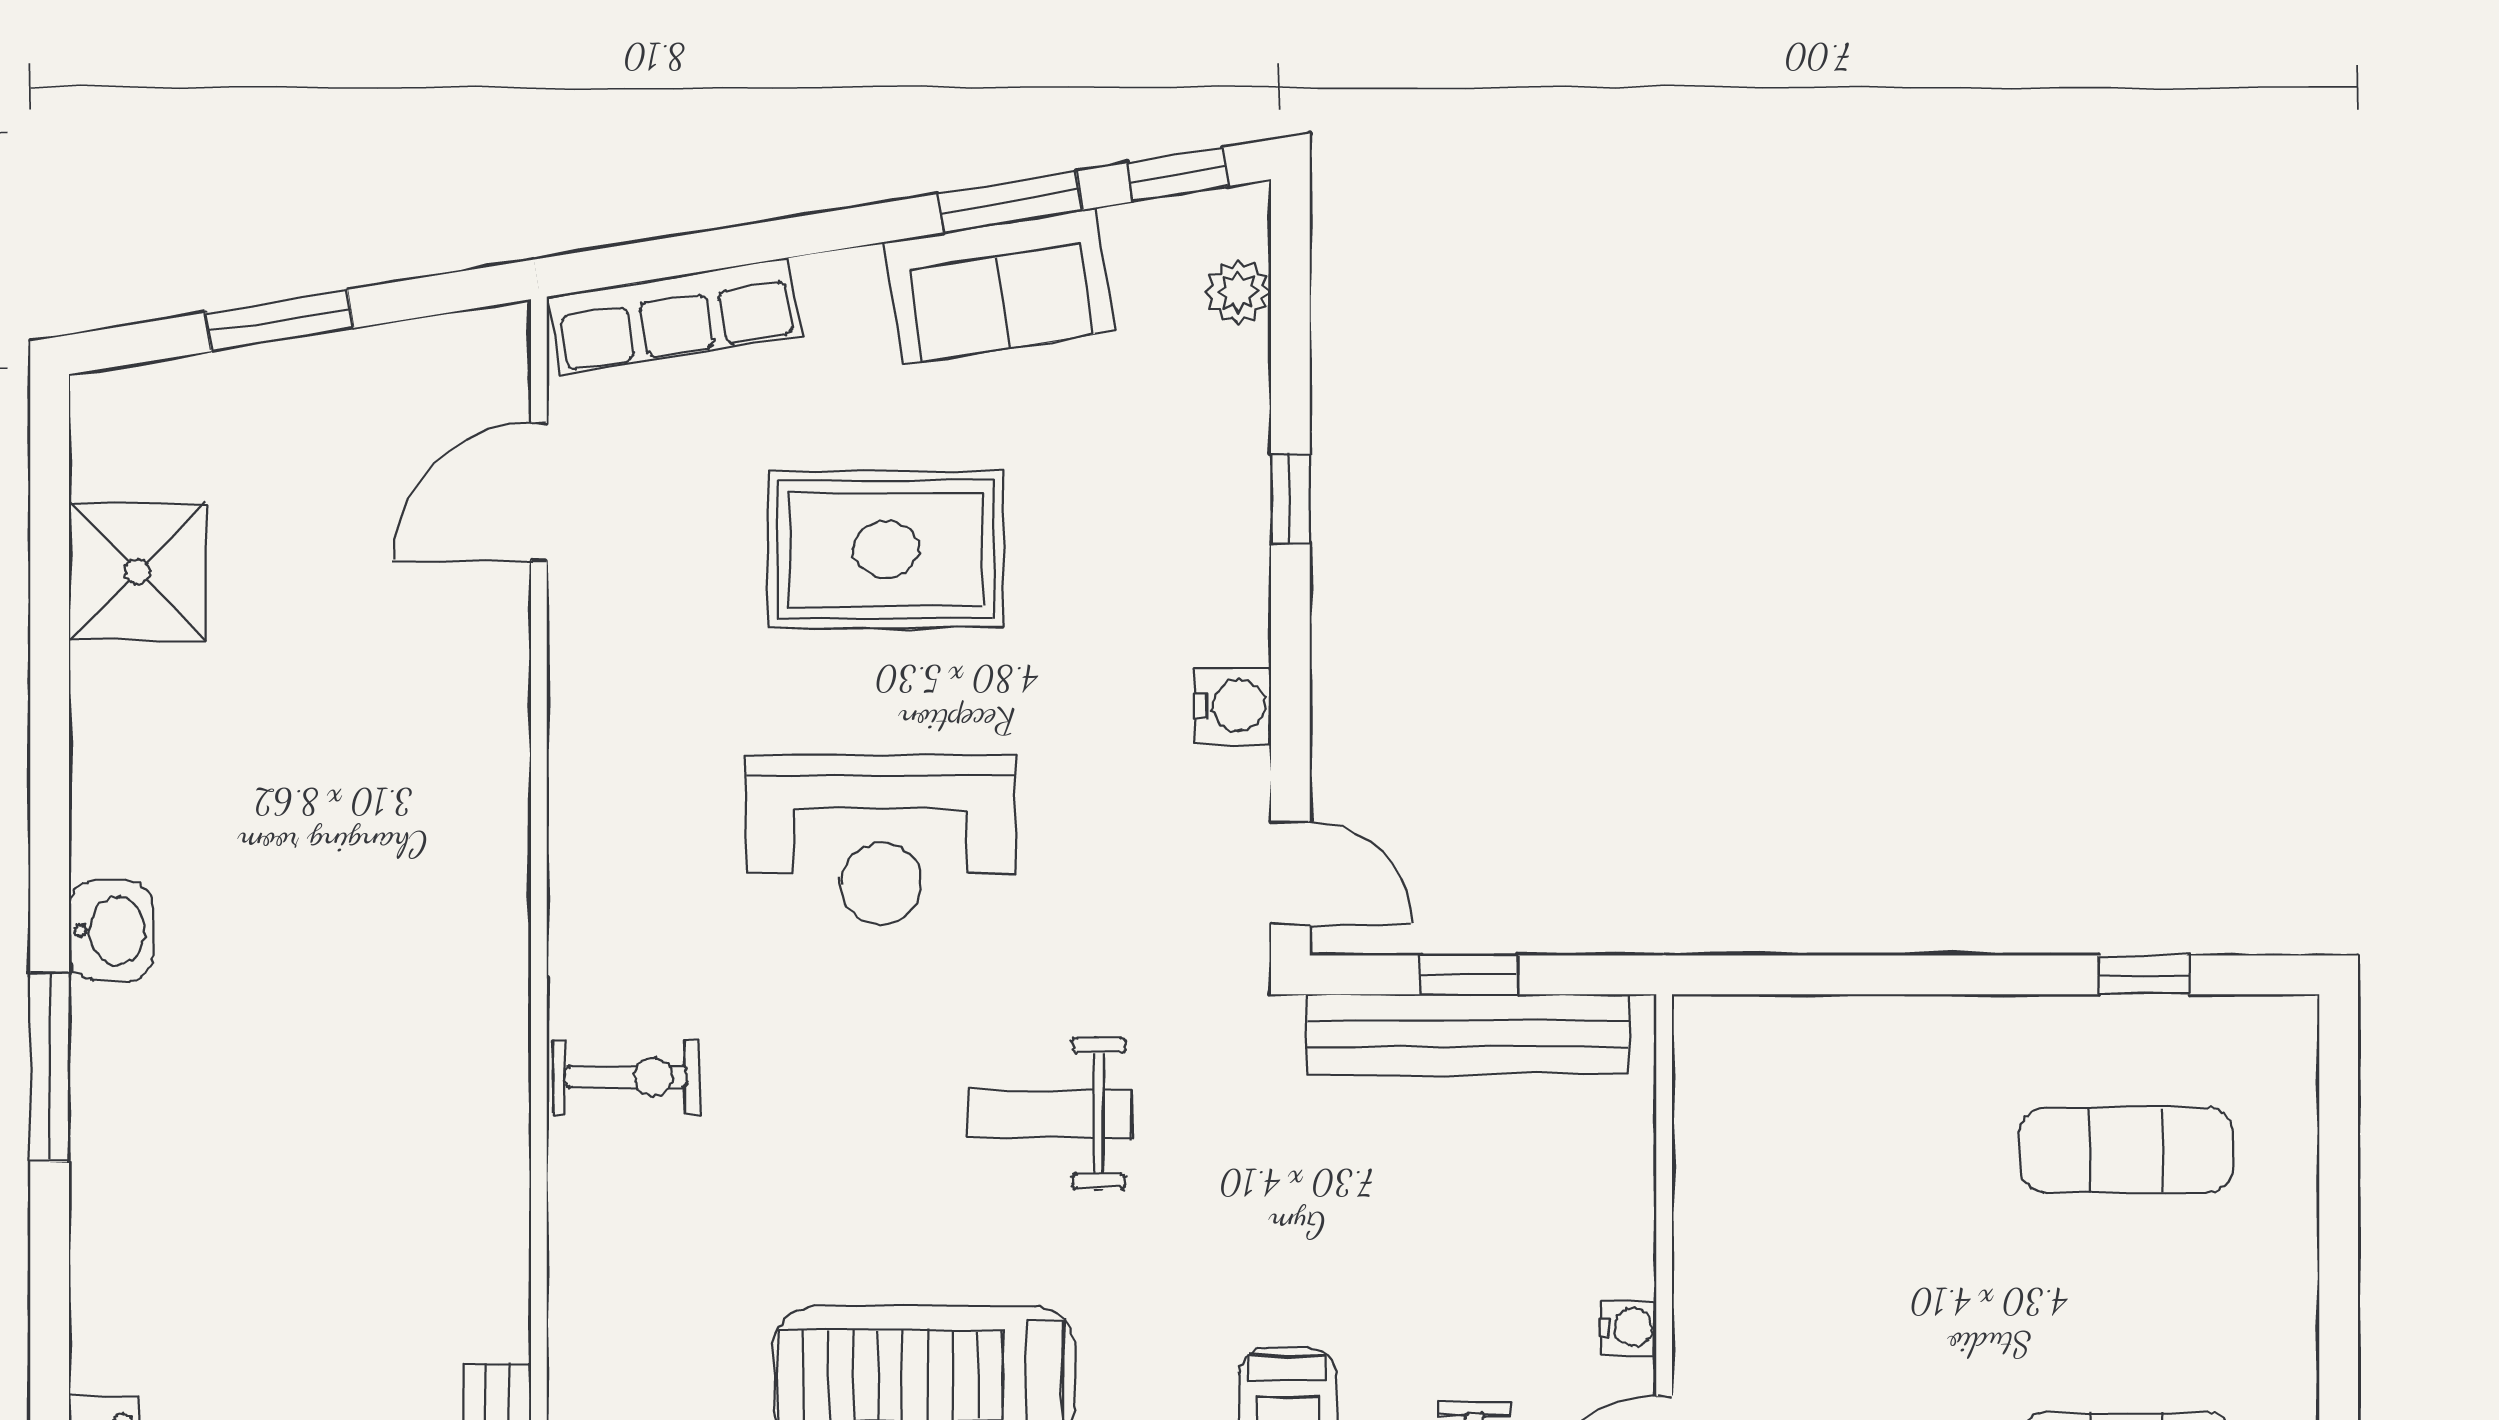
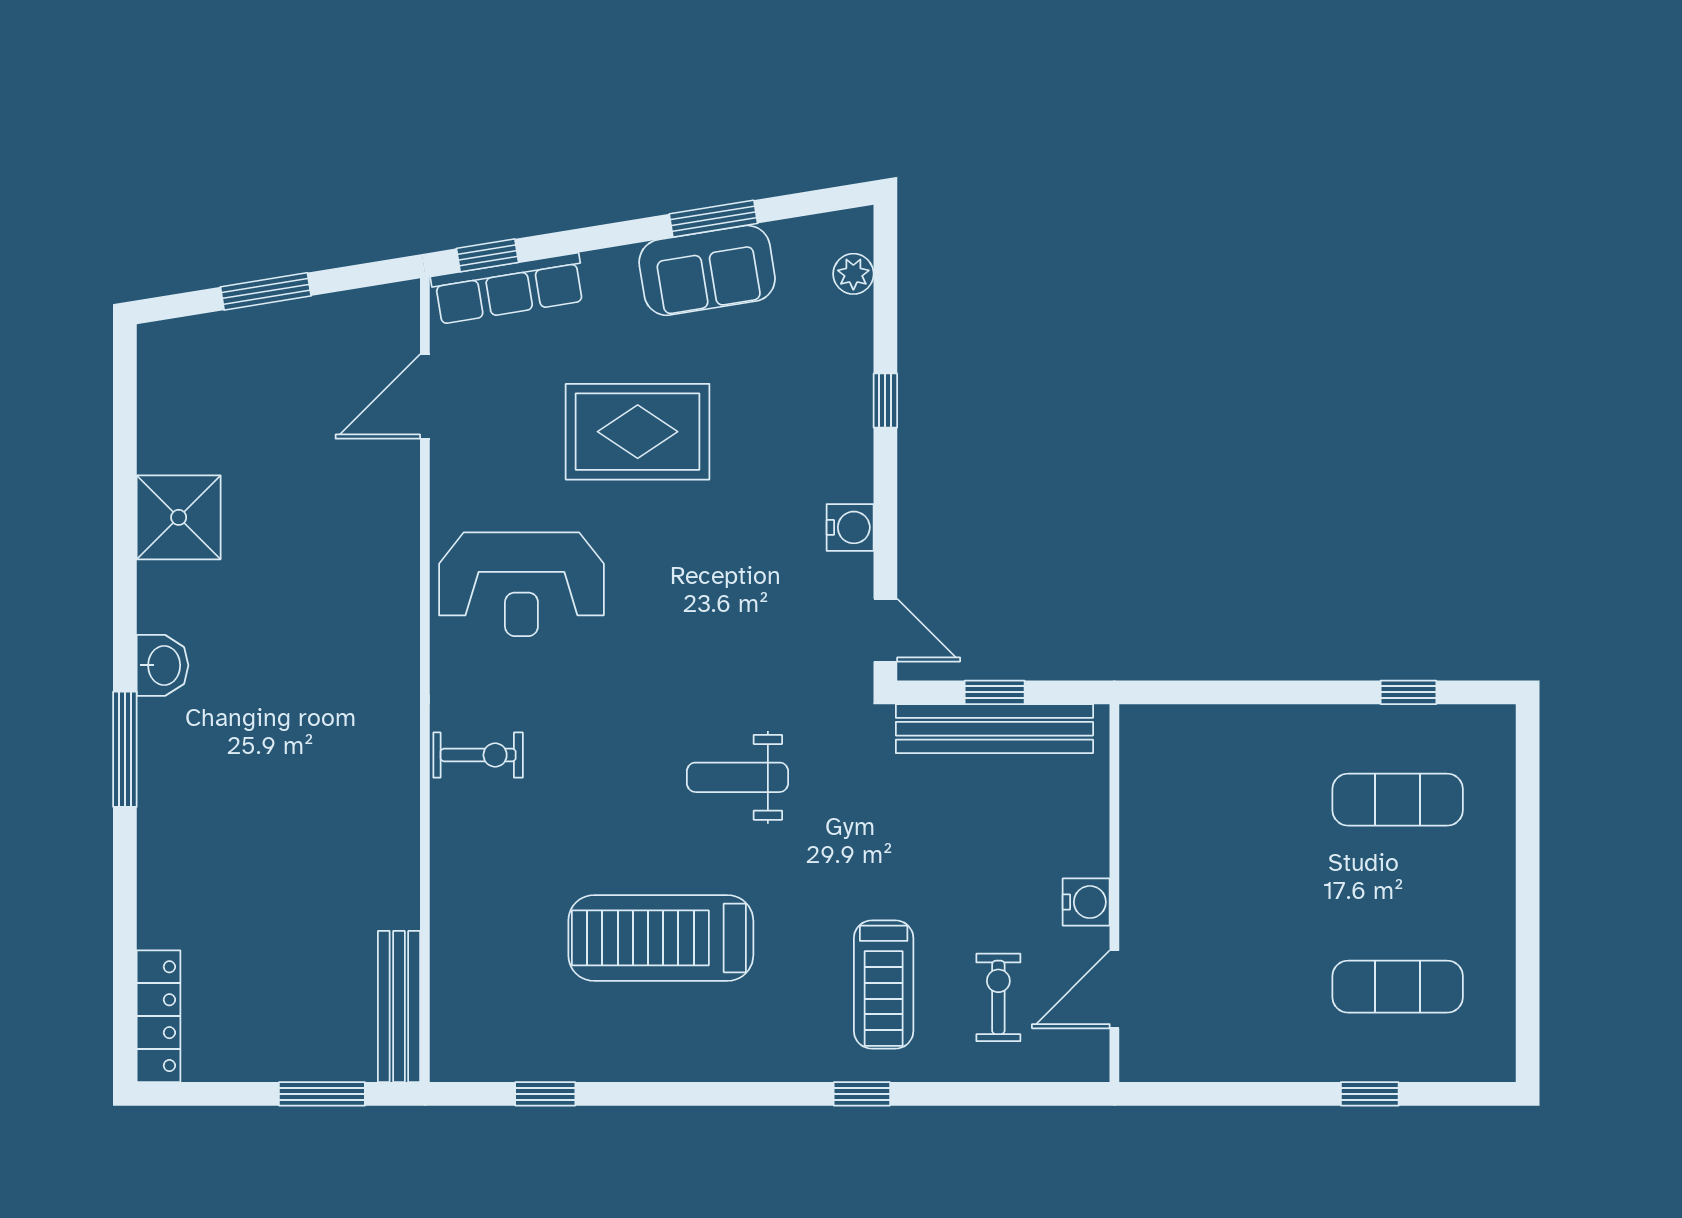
window: (1178, 175) -> (487, 255), moved
shower: (137, 572) -> (179, 517), moved
reception desk: (881, 840) -> (521, 584), moved
water cooler: (1629, 1328) -> (1086, 902), width x1.38, depth x1.38

